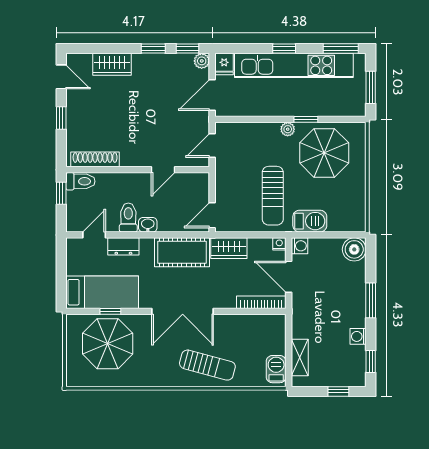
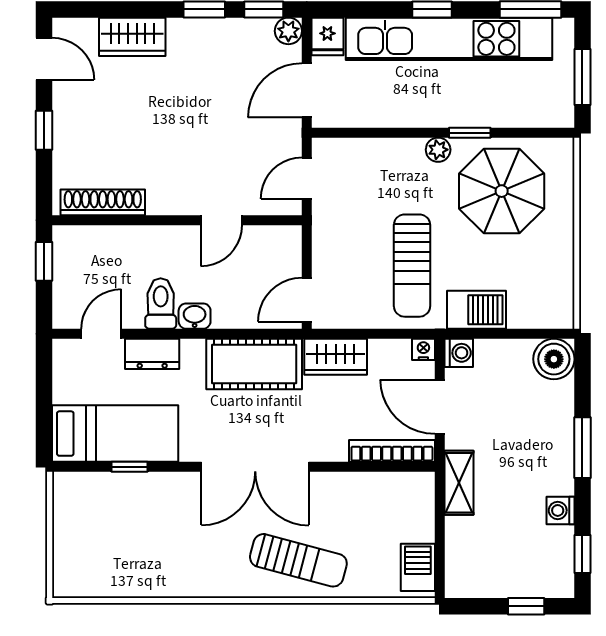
toilet: (80, 181) -> (77, 240), removed
parasol: (108, 344) -> (125, 523), removed
shelving: (300, 357) -> (459, 483), moved

